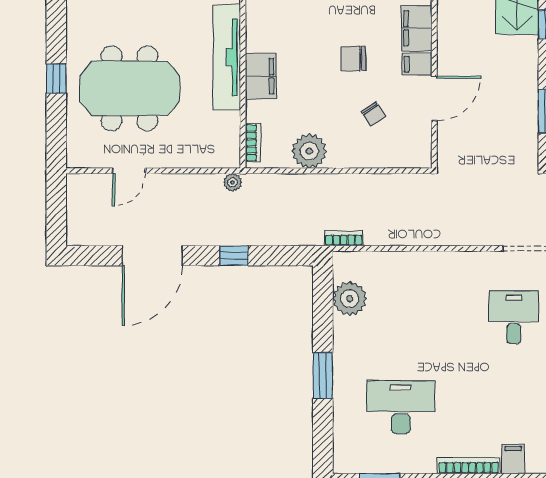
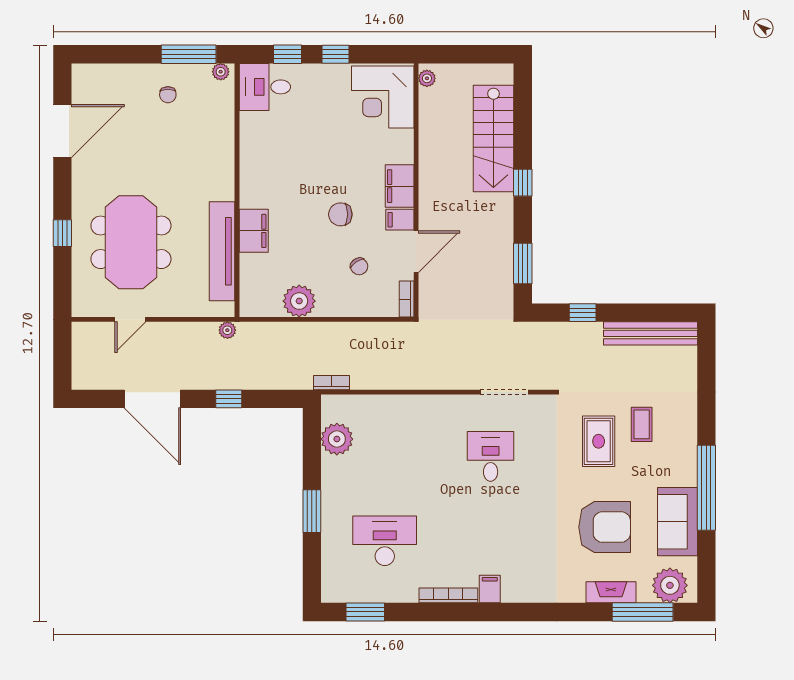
tv unit: (227, 57) -> (222, 251), moved
meeting table: (130, 88) -> (131, 242), turned 90
bookcase: (253, 143) -> (407, 299), moved, turned 180
door: (152, 256) -> (152, 399), hinge flipped

